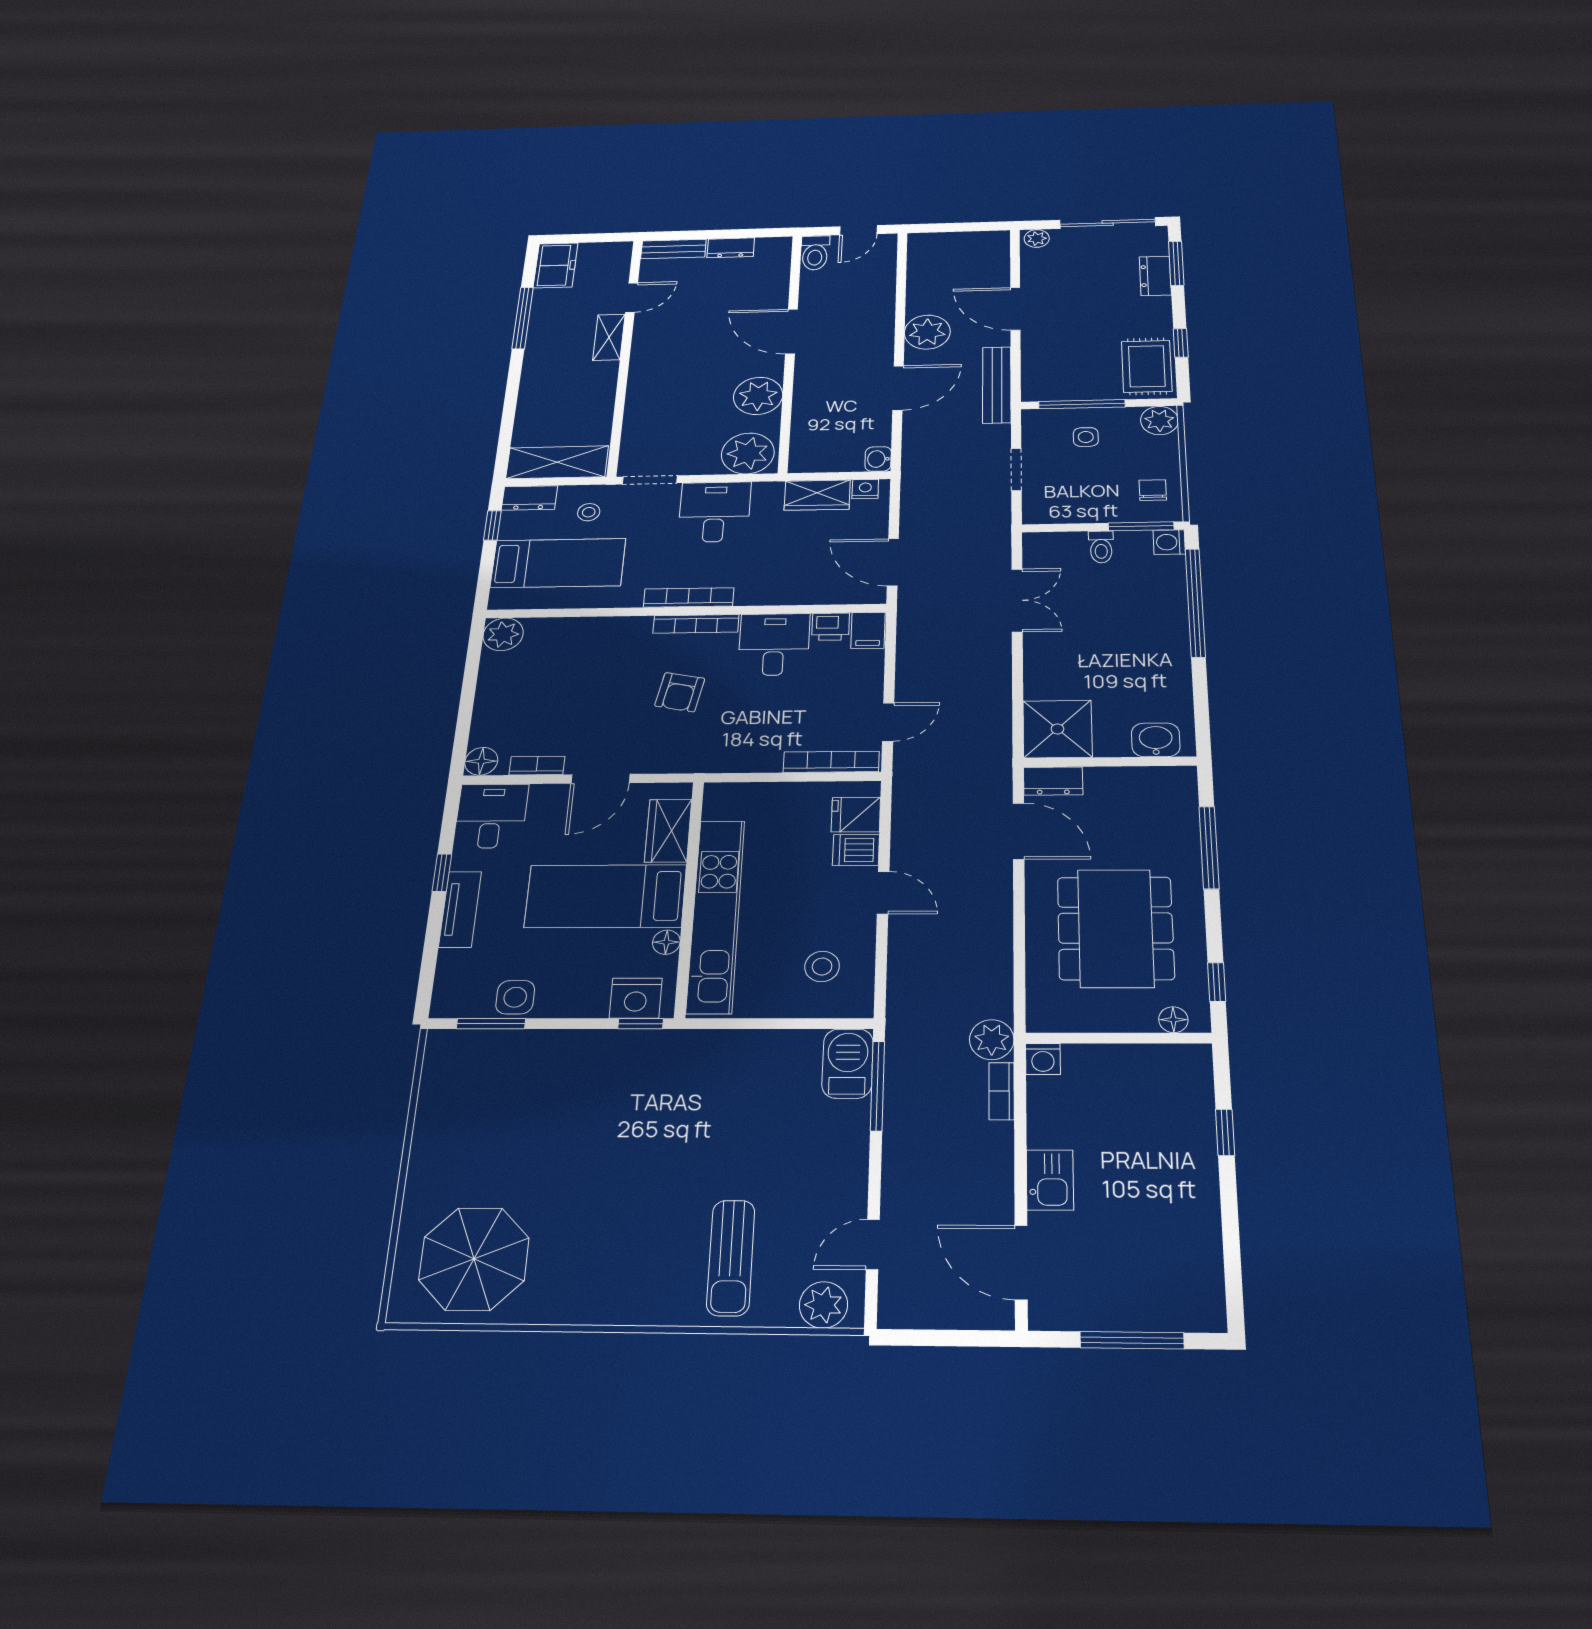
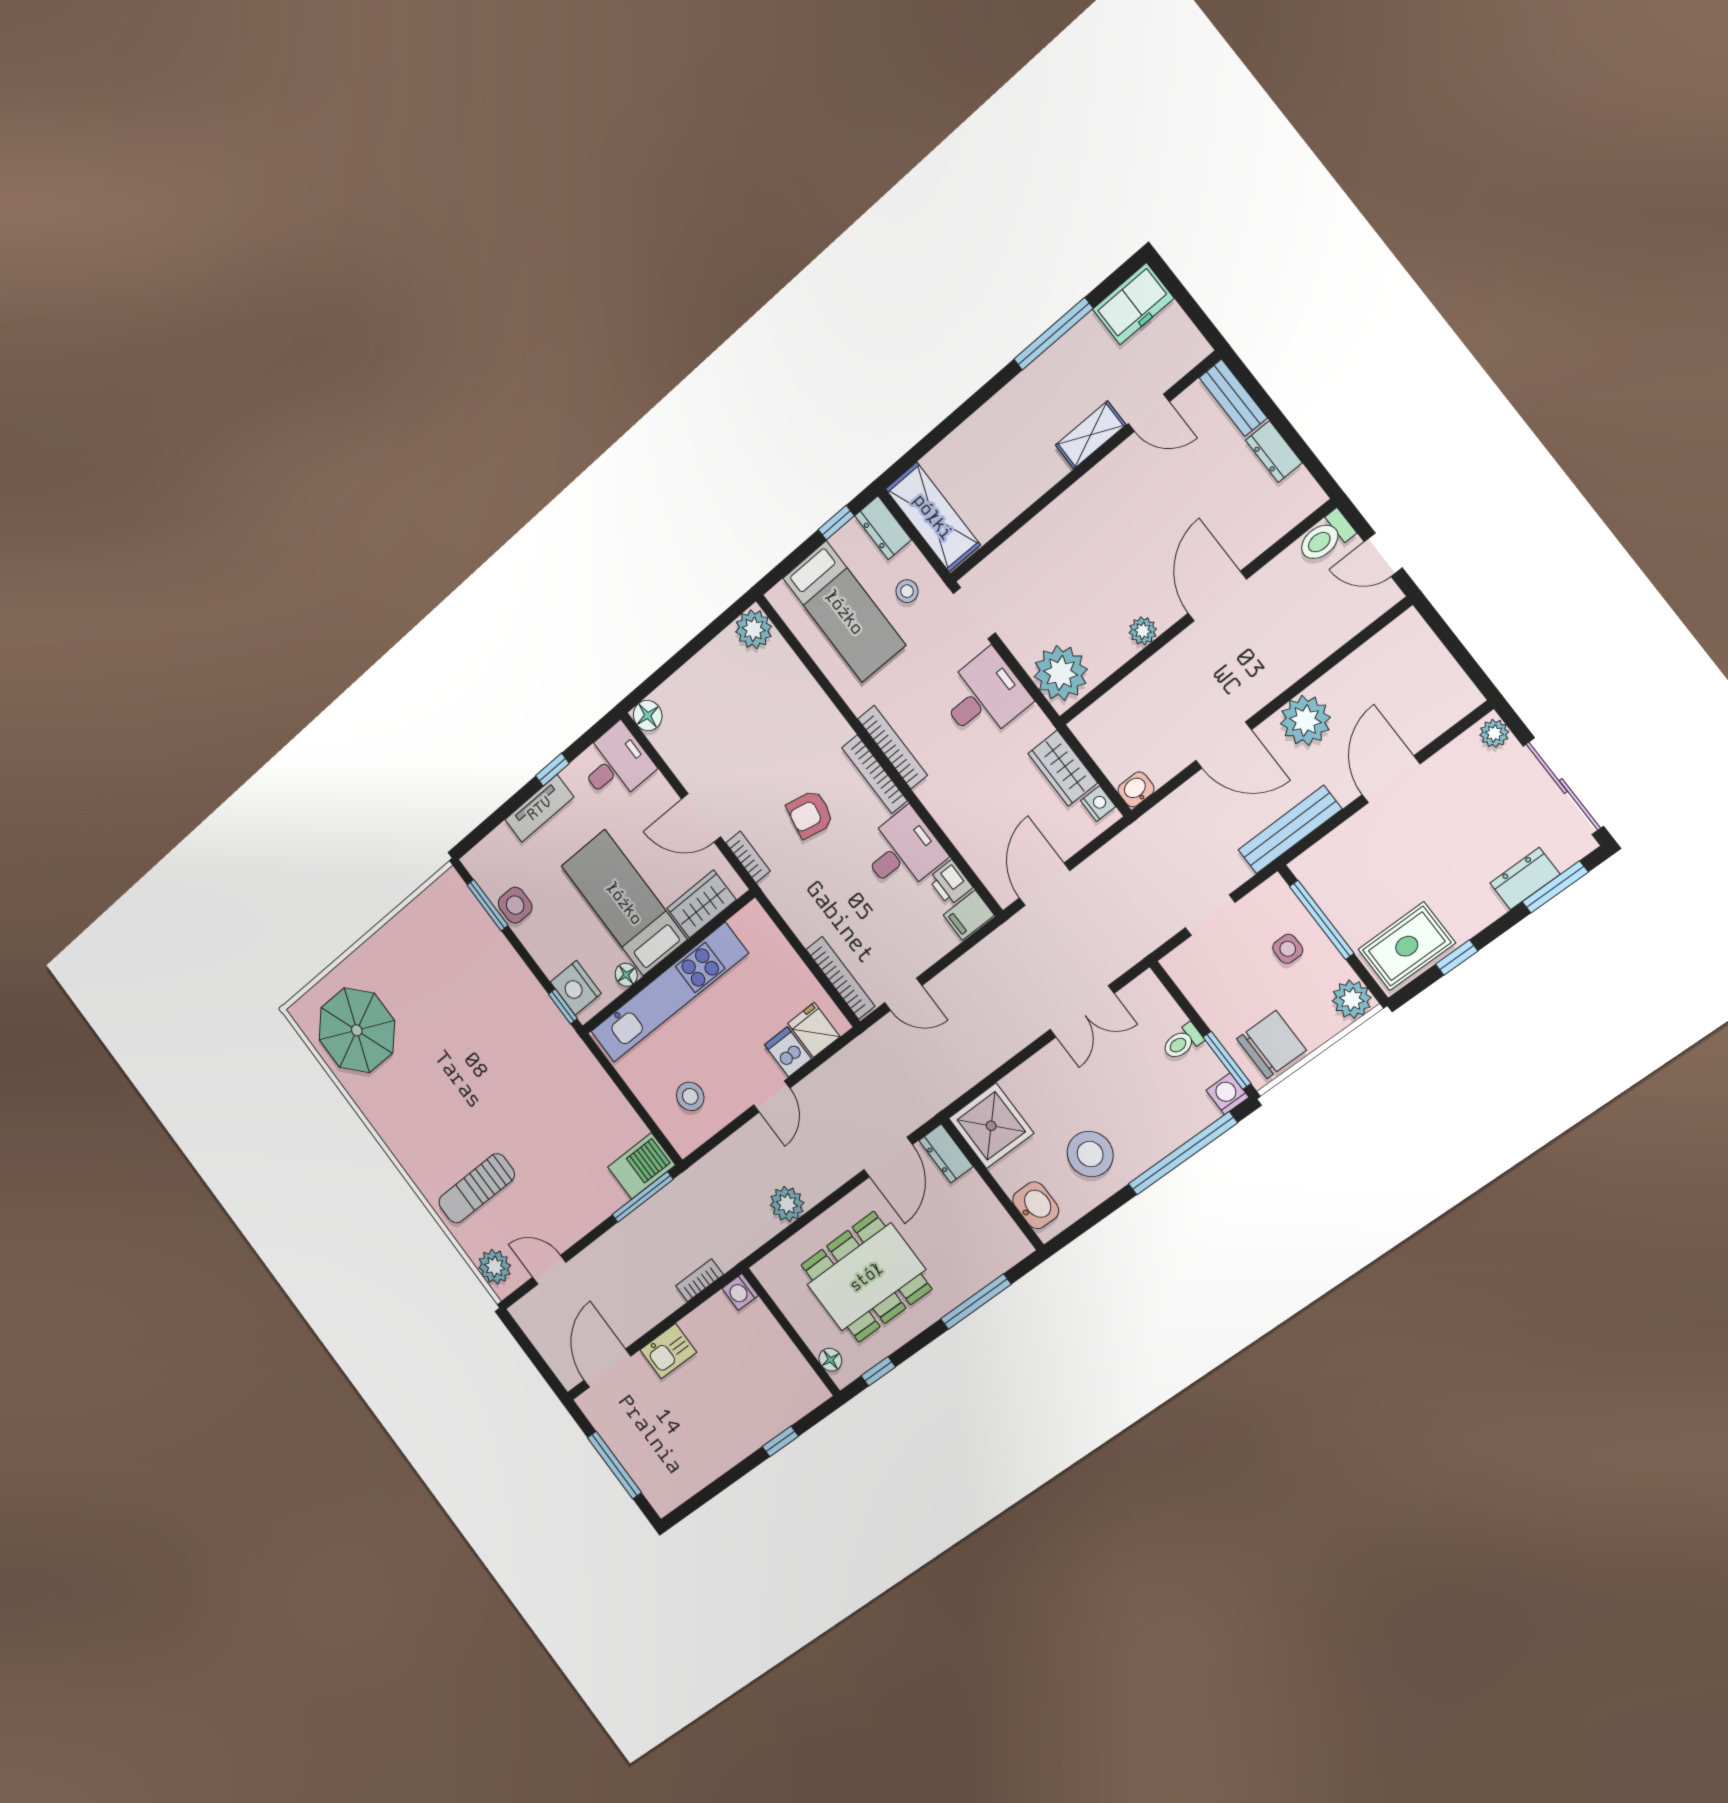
plant: (758, 396) -> (1143, 631), width x0.53, depth x0.53
chair: (1153, 490) -> (1271, 1044), width x1.87, depth x1.87
stool: (1143, 670) -> (1090, 1154), added
bookcase: (537, 766) -> (748, 857), moved
plant: (992, 1040) -> (787, 1204), moved

